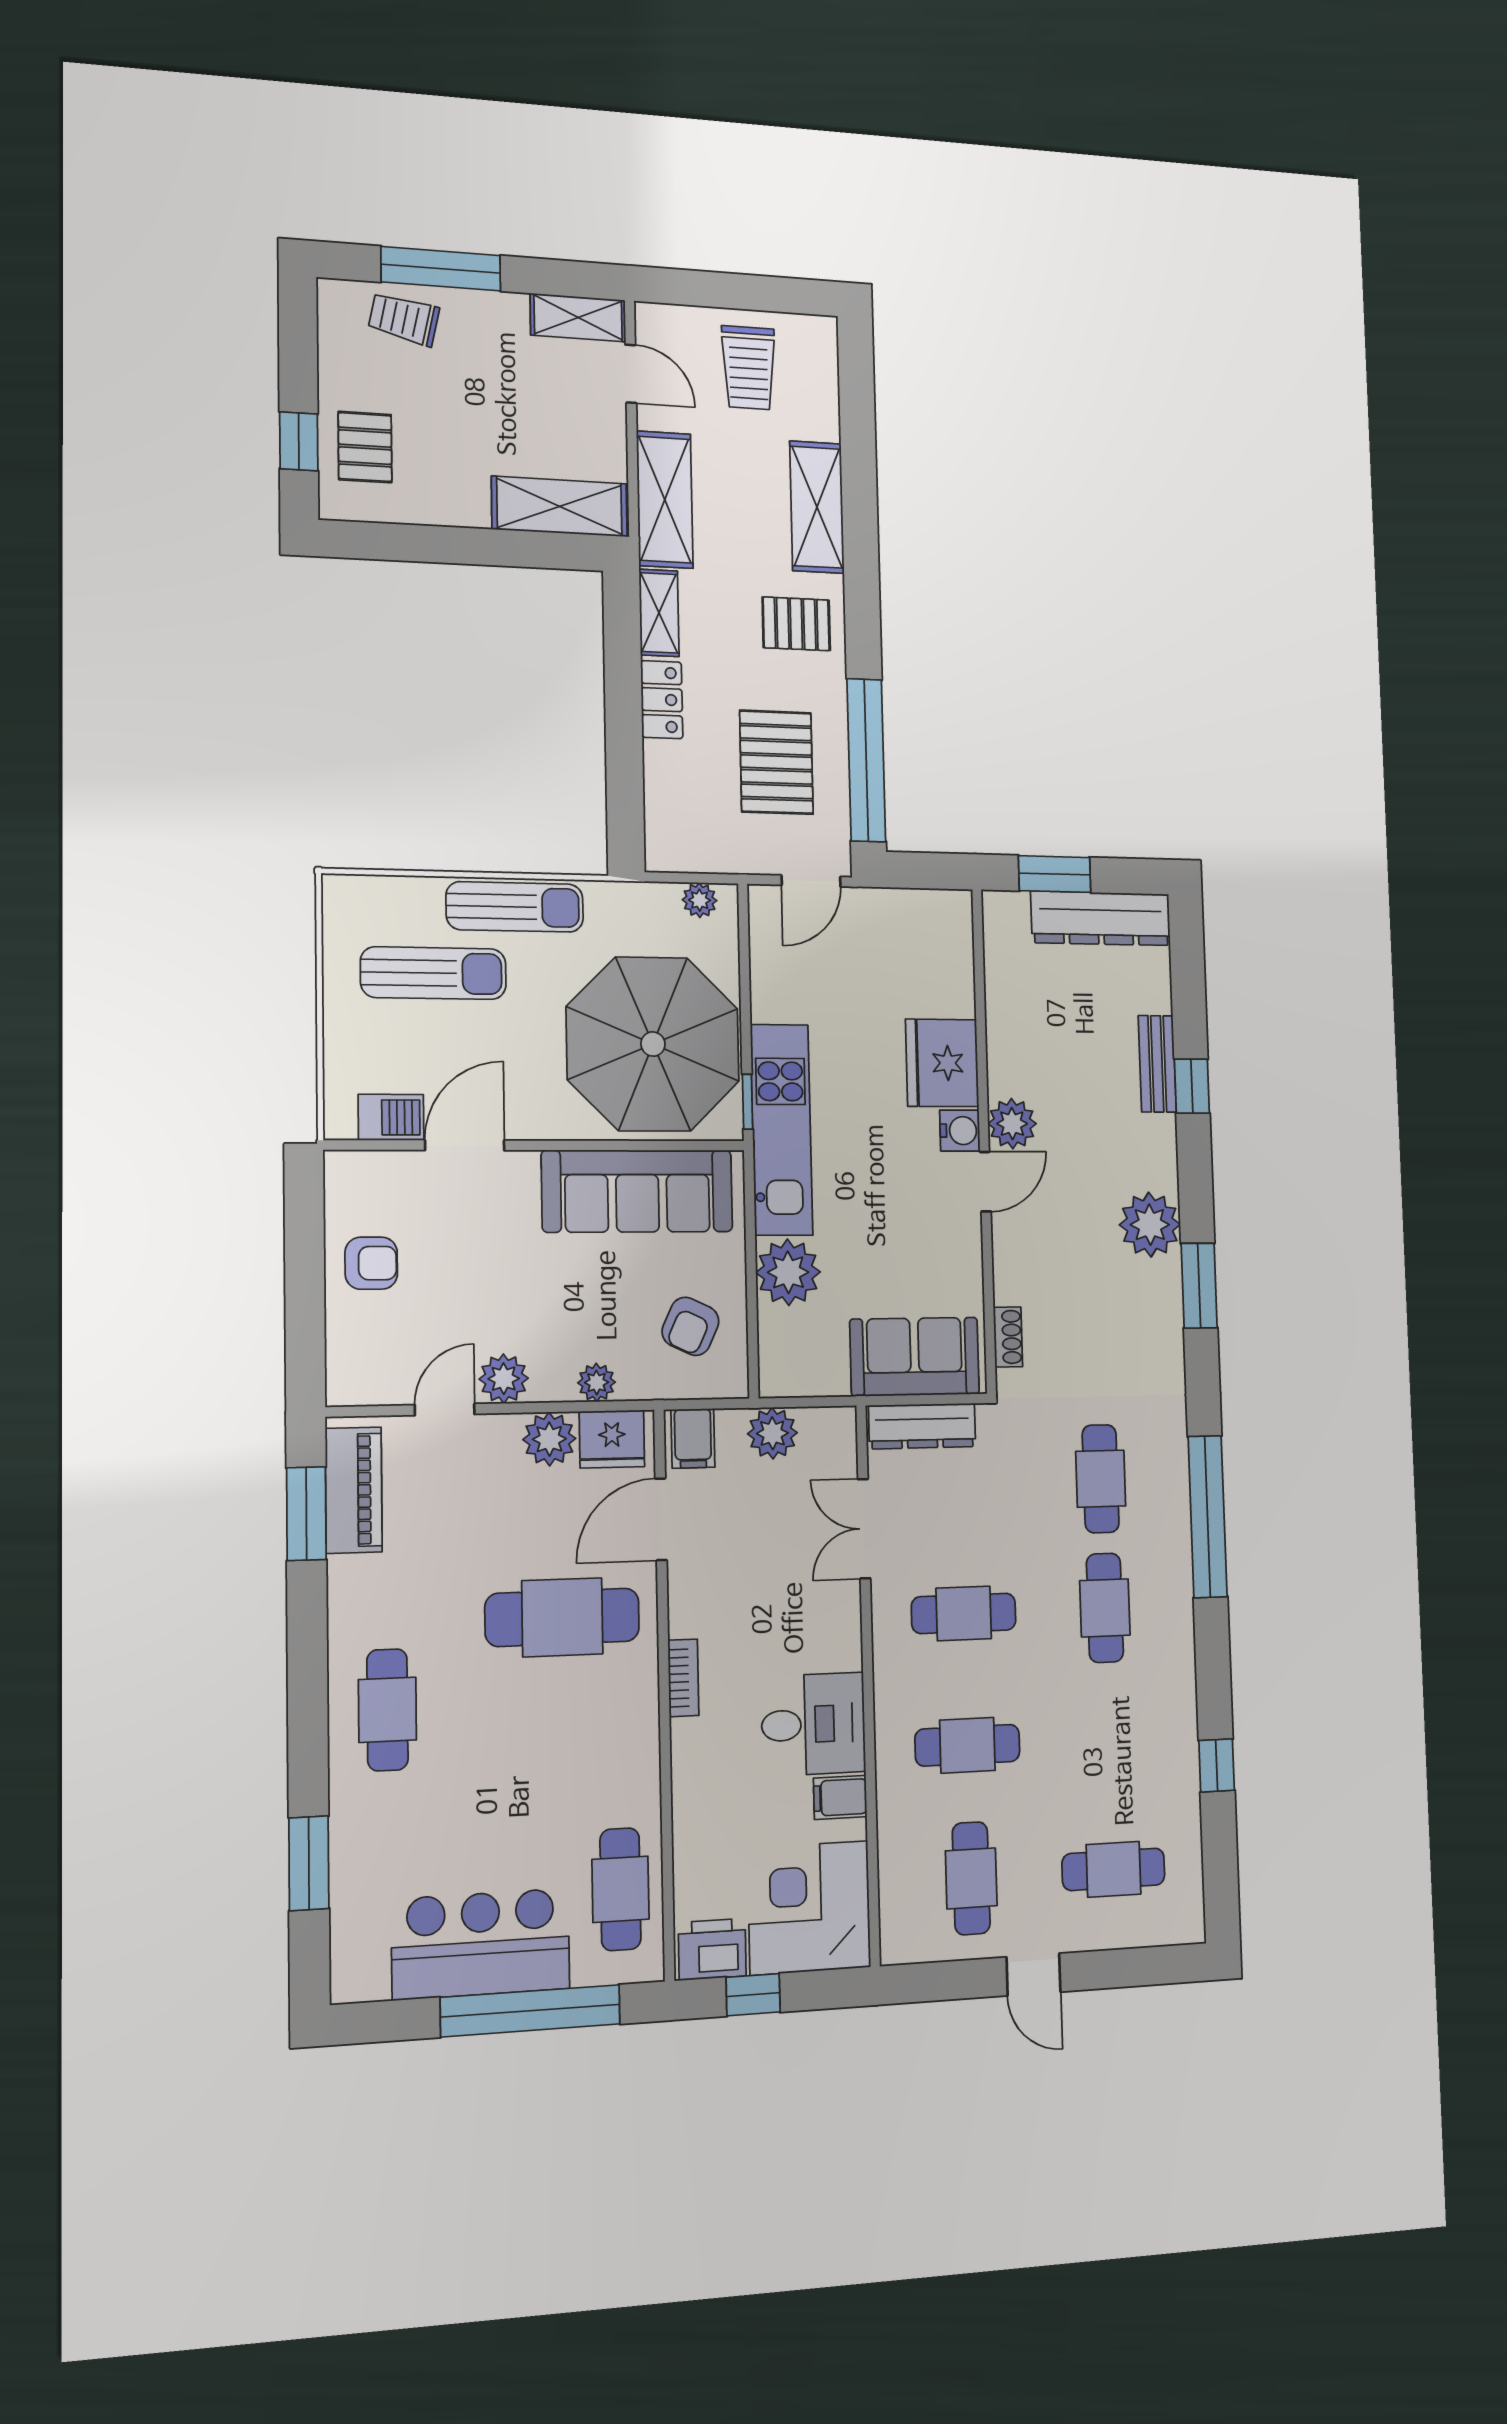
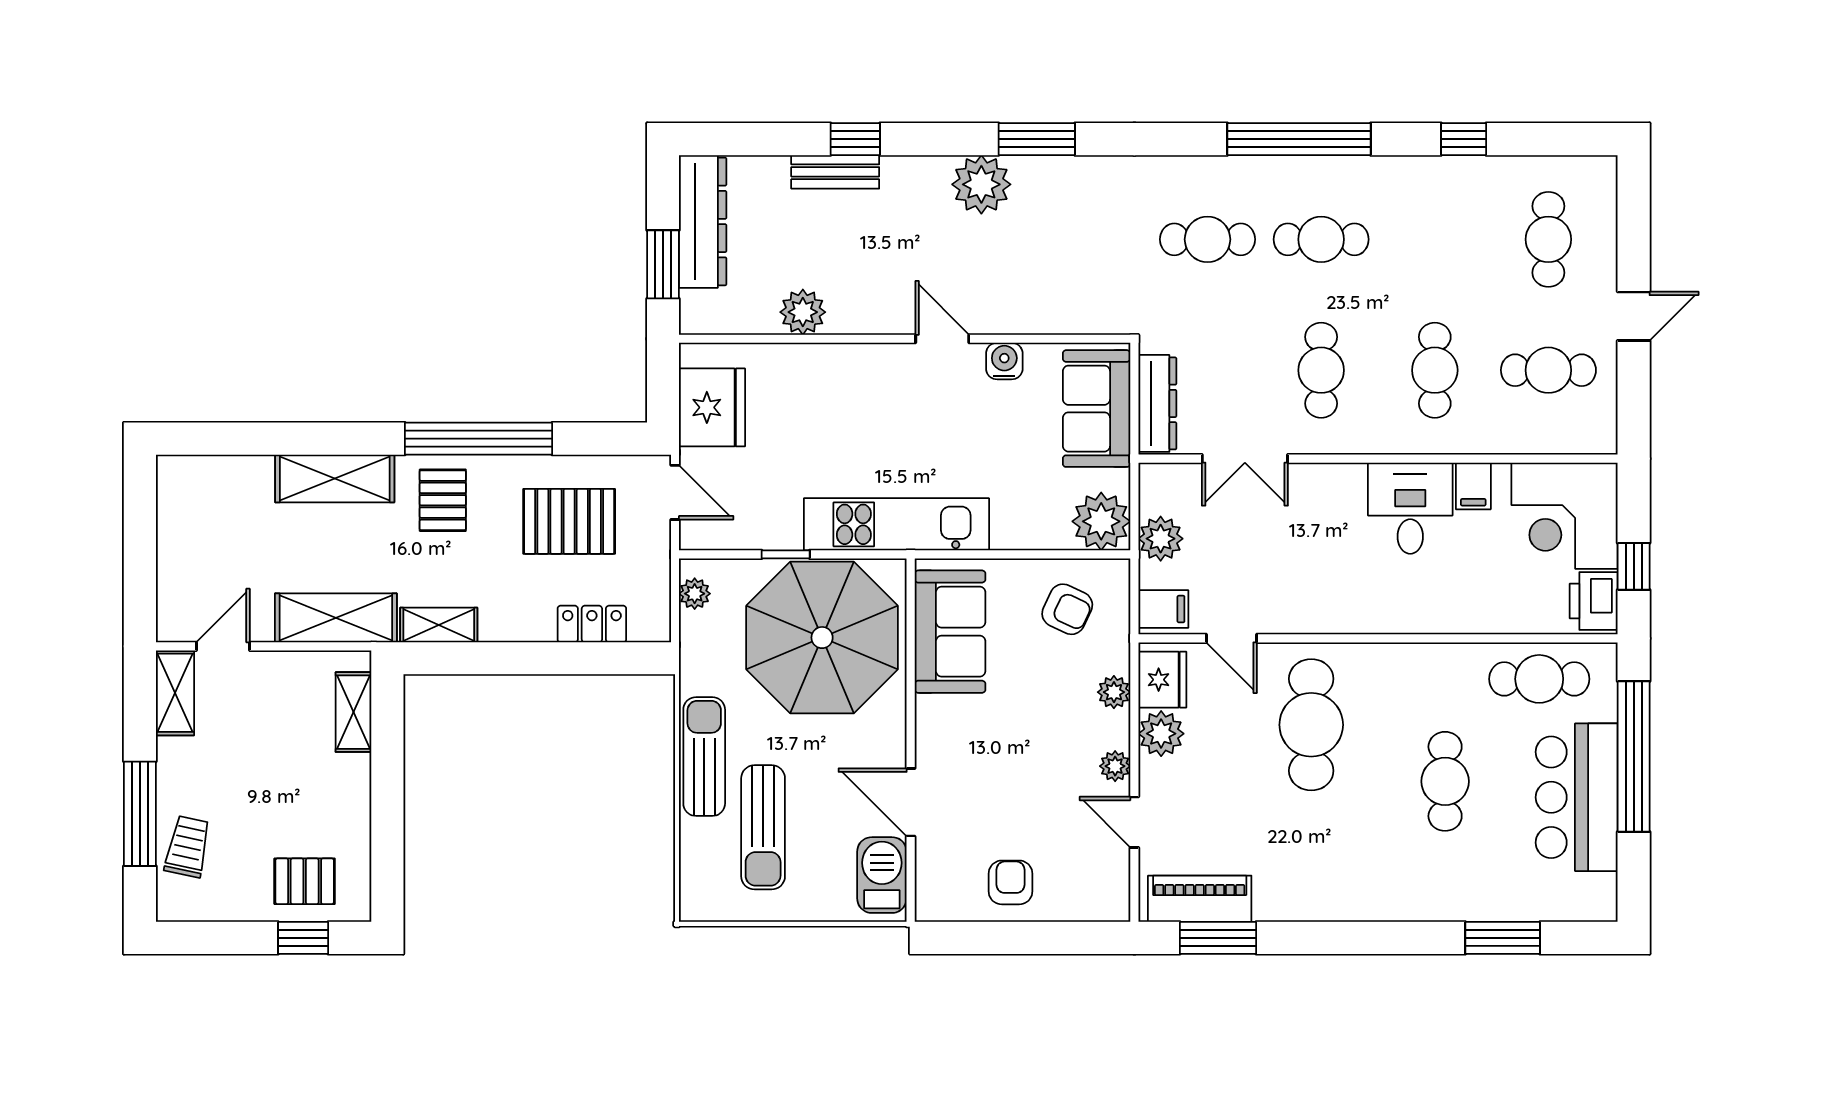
trolley: (404, 319) -> (188, 847), turned 180
trolley: (749, 368) -> (210, 539), removed
shelving: (560, 506) -> (354, 712), width x0.67, depth x0.75
locker: (662, 700) -> (592, 624), moved
window: (866, 760) -> (478, 439), moved
sun lounger: (434, 973) -> (763, 827), turned 180
fridge: (942, 1063) -> (712, 407), moved, turned -90
window: (747, 1102) -> (786, 554), moved
barbecue: (391, 1117) -> (882, 875), width x1.38, depth x1.27
plant: (1012, 1124) -> (803, 312), moved
water cooler: (960, 1131) -> (1004, 361), moved
sofa: (637, 1191) -> (950, 632), width x0.73
plant: (788, 1272) -> (1101, 521), moved
shoe rack: (1008, 1337) -> (1080, 322), removed
plant: (504, 1379) -> (1115, 766), width x0.73, depth x0.73
window: (1208, 1516) -> (1299, 139), moved
door: (661, 1519) -> (1232, 638), width x0.73
bookcase: (683, 1678) -> (1366, 621), removed
cafe table: (387, 1710) -> (1445, 781), moved, turned 90

